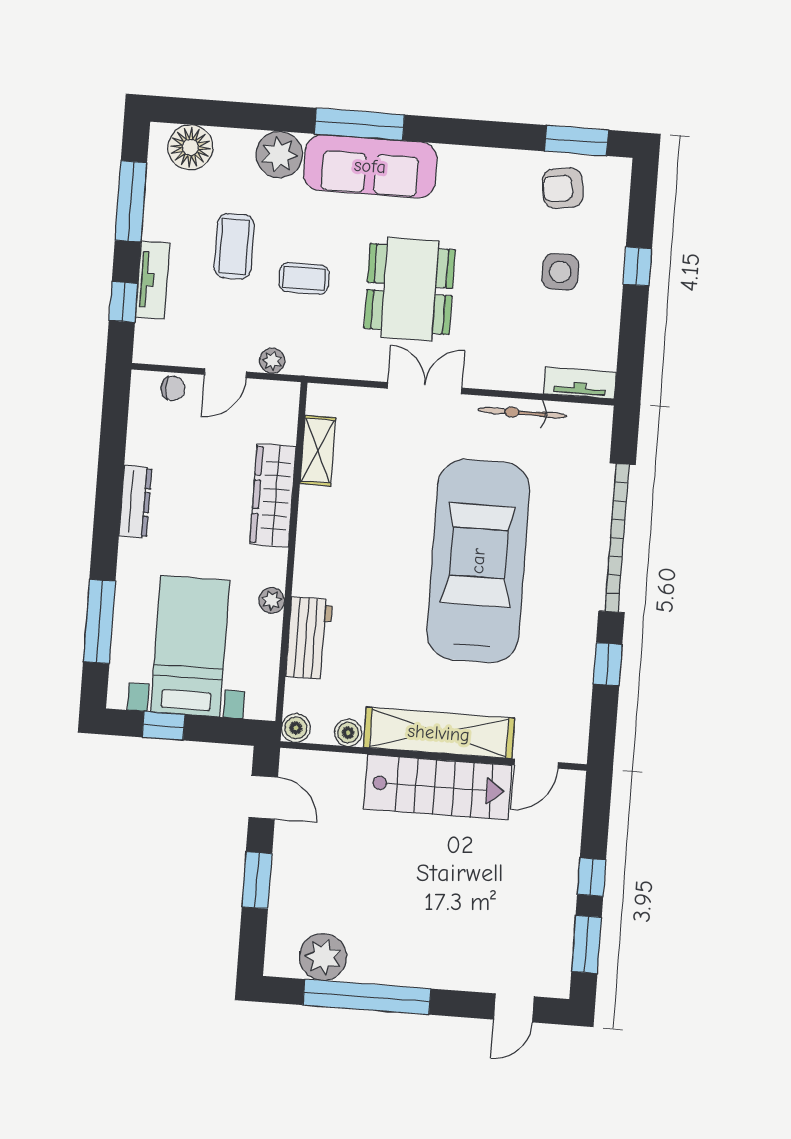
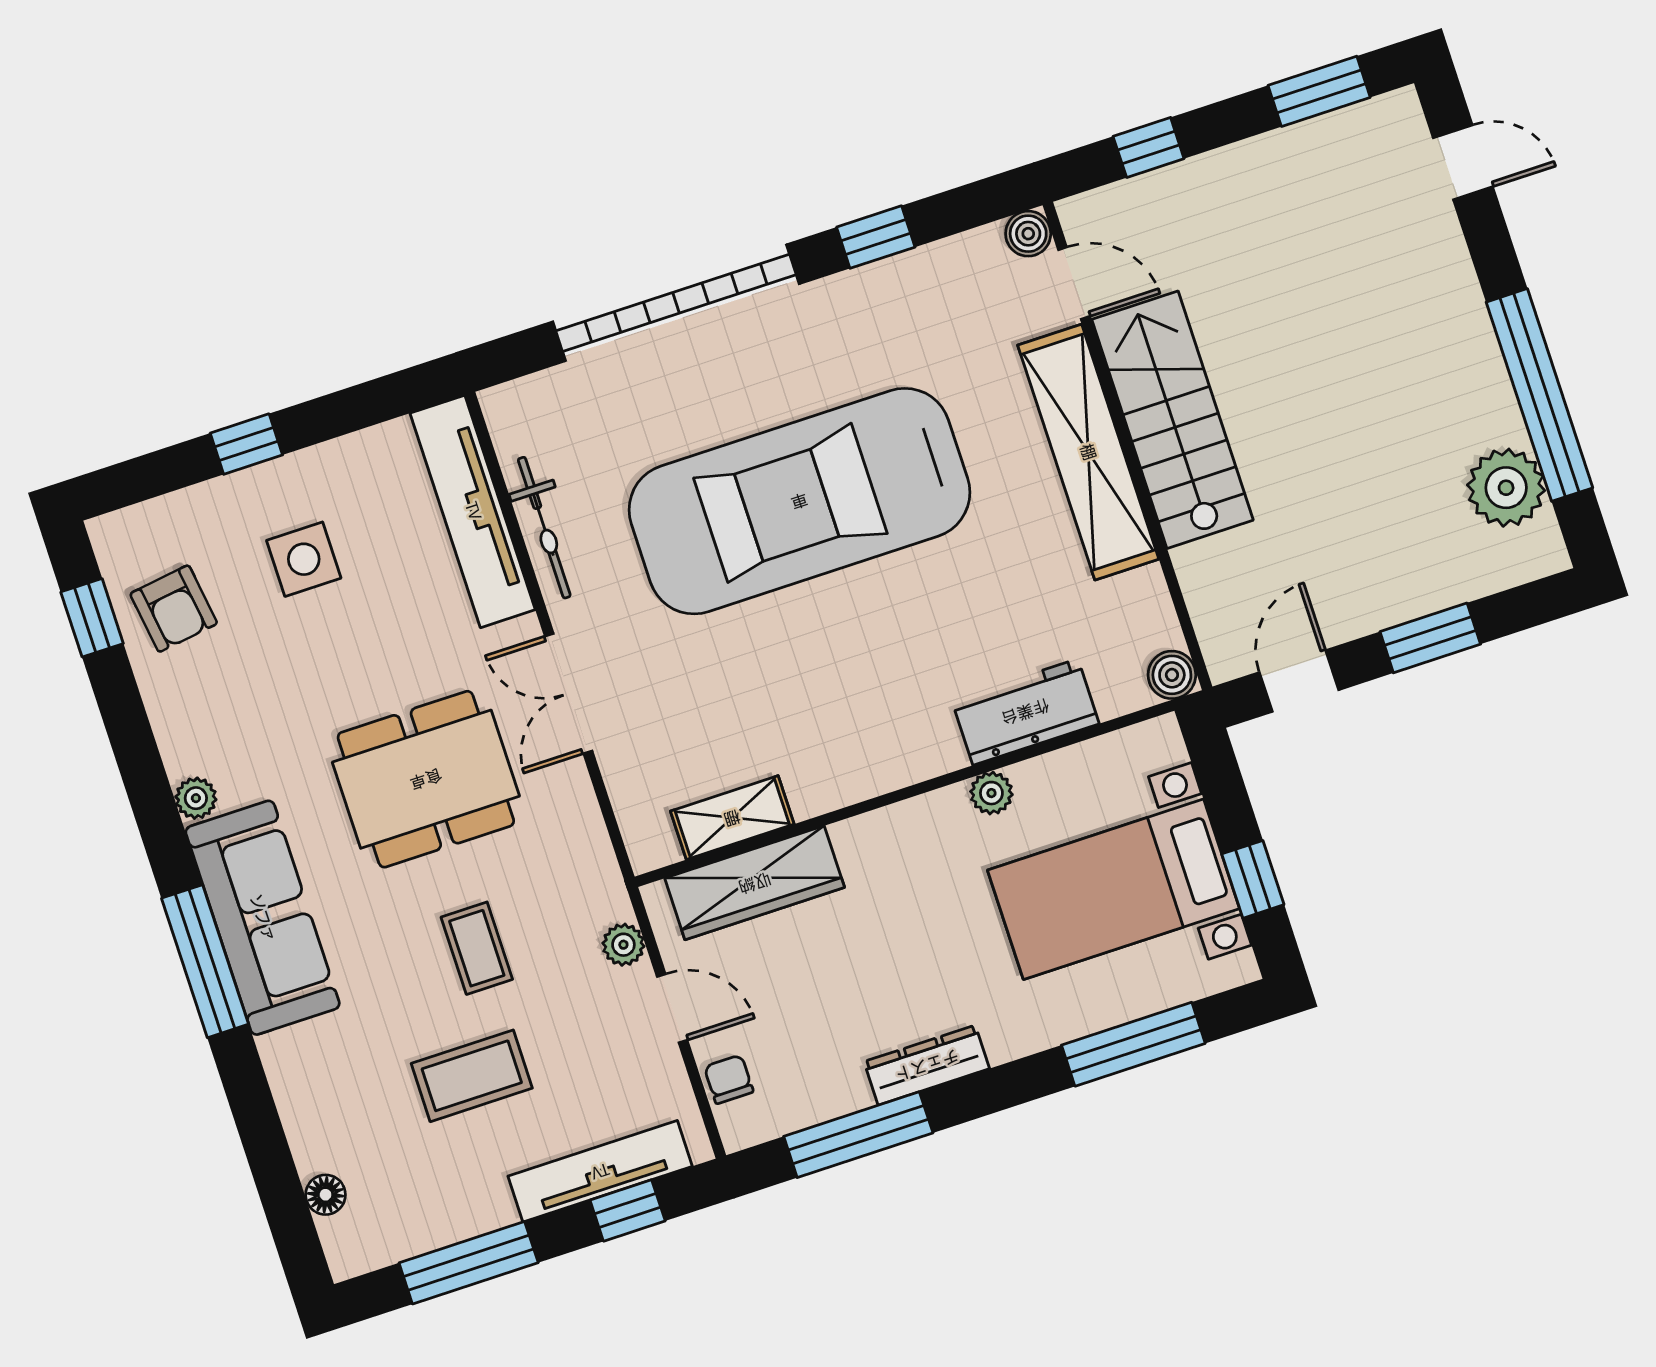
window: (576, 141) -> (92, 618), width x0.67
floor lamp: (190, 147) -> (326, 1195), width x0.53, depth x0.53
plant: (279, 155) -> (196, 798), moved, width x0.53, depth x0.53
tv unit: (153, 280) -> (600, 1171), width x1.41
tv unit: (580, 383) -> (473, 511), width x1.92, depth x1.29
window: (112, 448) -> (858, 1135), added
wardrobe: (273, 495) -> (755, 883), moved
boiler: (348, 733) -> (1028, 234), moved
window: (592, 877) -> (1149, 147), moved

